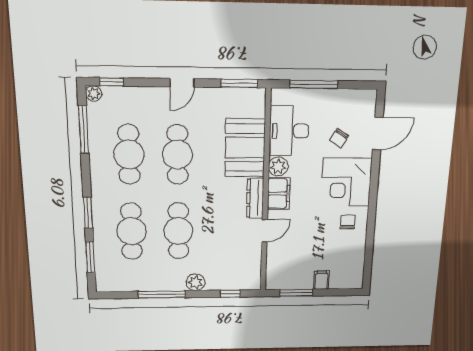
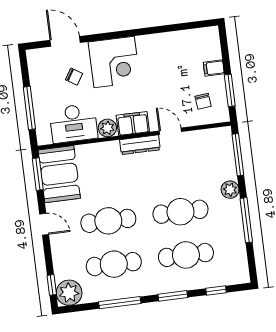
plant: (94, 94) -> (69, 293), width x1.88, depth x1.88
window: (84, 129) -> (120, 303), moved
booth: (245, 148) -> (59, 174), moved, turned 90
chair: (348, 222) -> (203, 101), moved, turned -96
window: (90, 257) -> (216, 290), width x0.67
window: (230, 294) -> (238, 155), width x2.17

